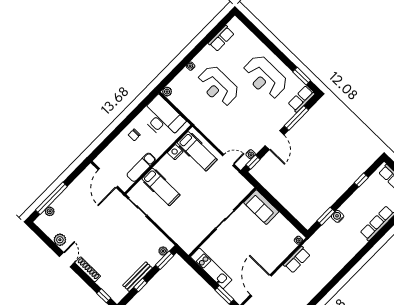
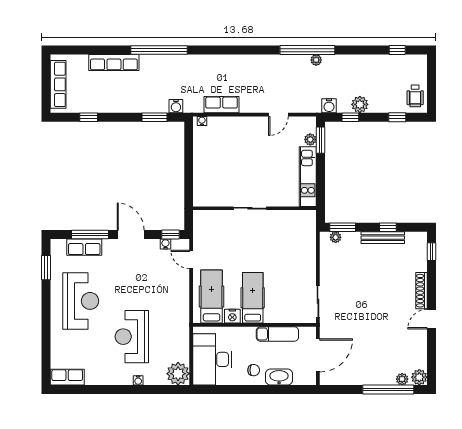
row of seats: (221, 38) -> (67, 377), moved
reception desk: (218, 86) -> (132, 337), turned 180
plant: (167, 92) -> (178, 374), width x1.88, depth x1.88
row of seats: (301, 99) -> (84, 247), moved
door: (275, 140) -> (131, 234), hinge flipped
washbasin: (117, 145) -> (279, 377), added
hospital bed: (161, 187) -> (253, 298), moved
sofa: (261, 207) -> (205, 186), removed
water cooler: (338, 216) -> (176, 106), moved
plant: (60, 240) -> (419, 377), moved
window: (360, 255) -> (159, 50), added
door: (261, 285) -> (278, 115), width x0.53
plant: (230, 290) -> (310, 139), added

